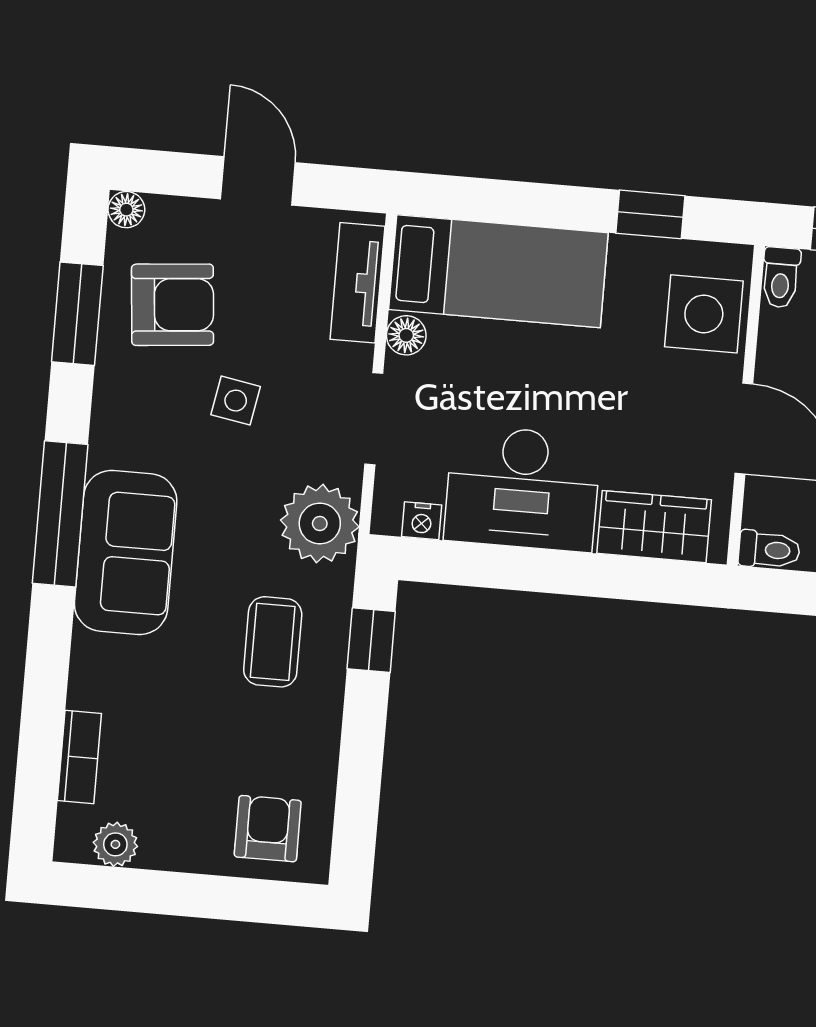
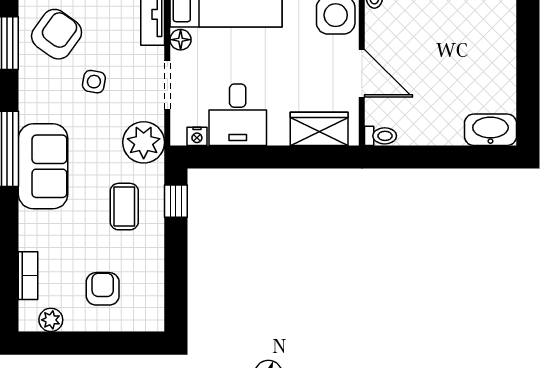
armchair: (173, 305) -> (57, 34), turned -49
desk: (522, 488) -> (238, 115), width x0.73
armchair: (268, 829) -> (103, 289), moved

